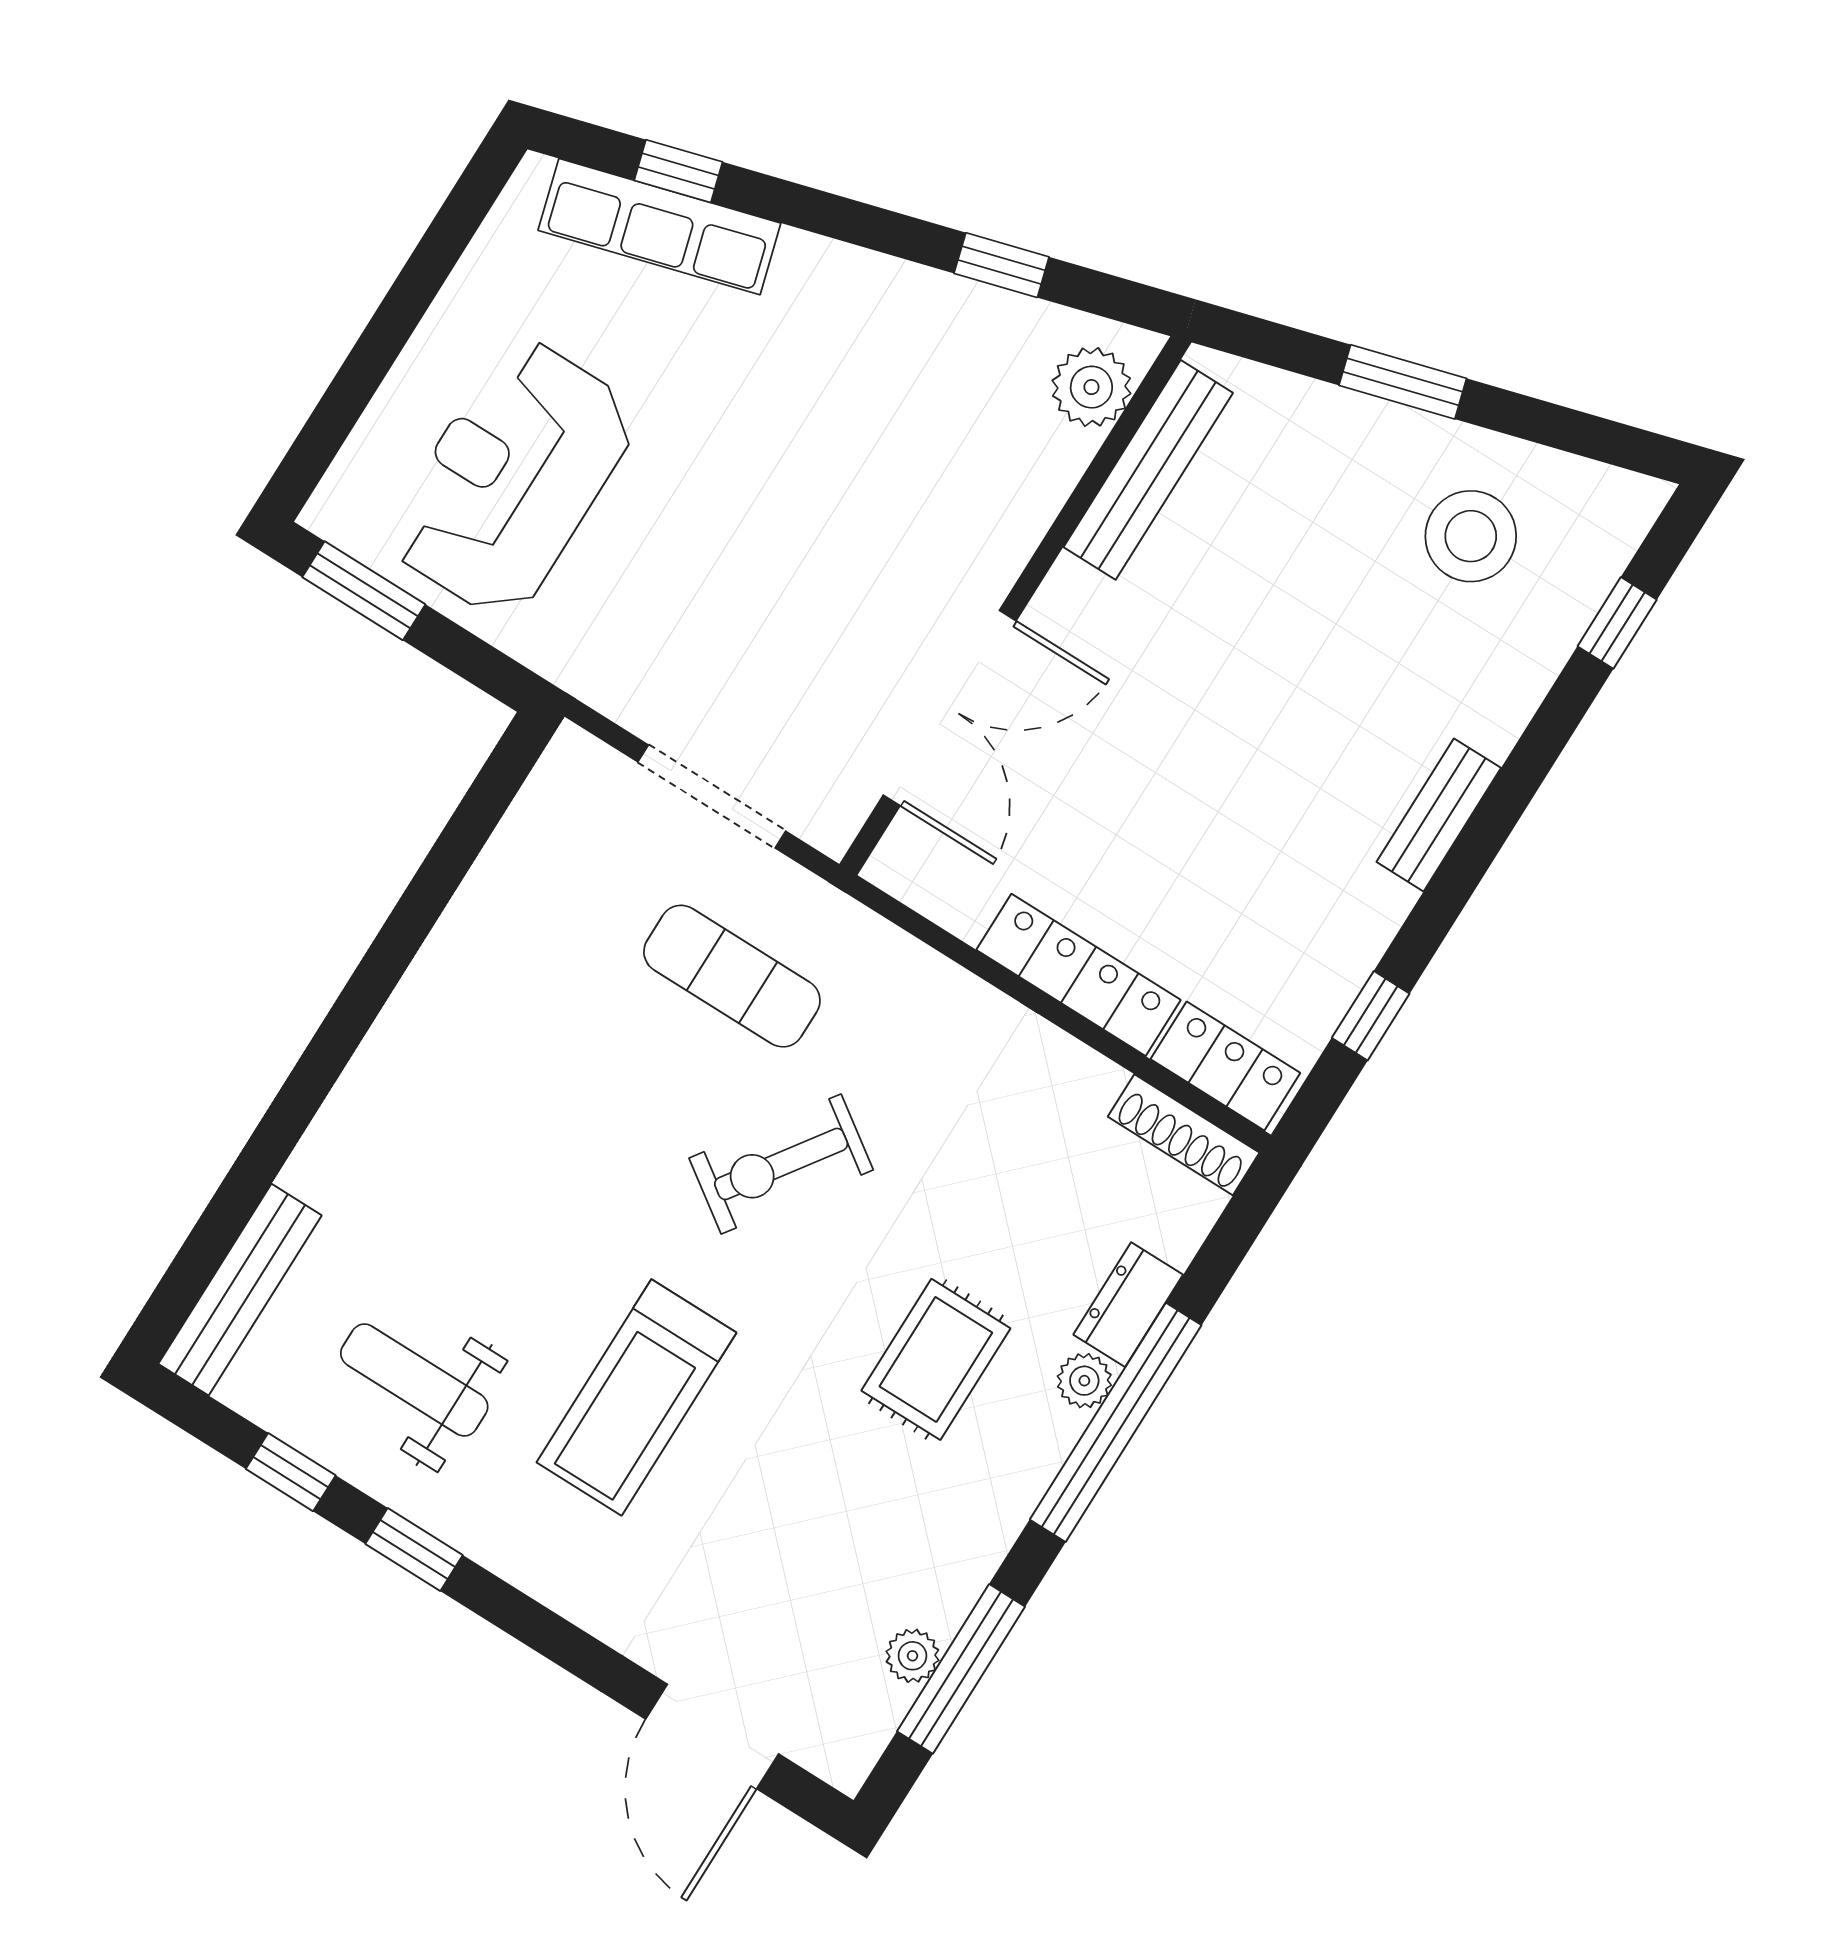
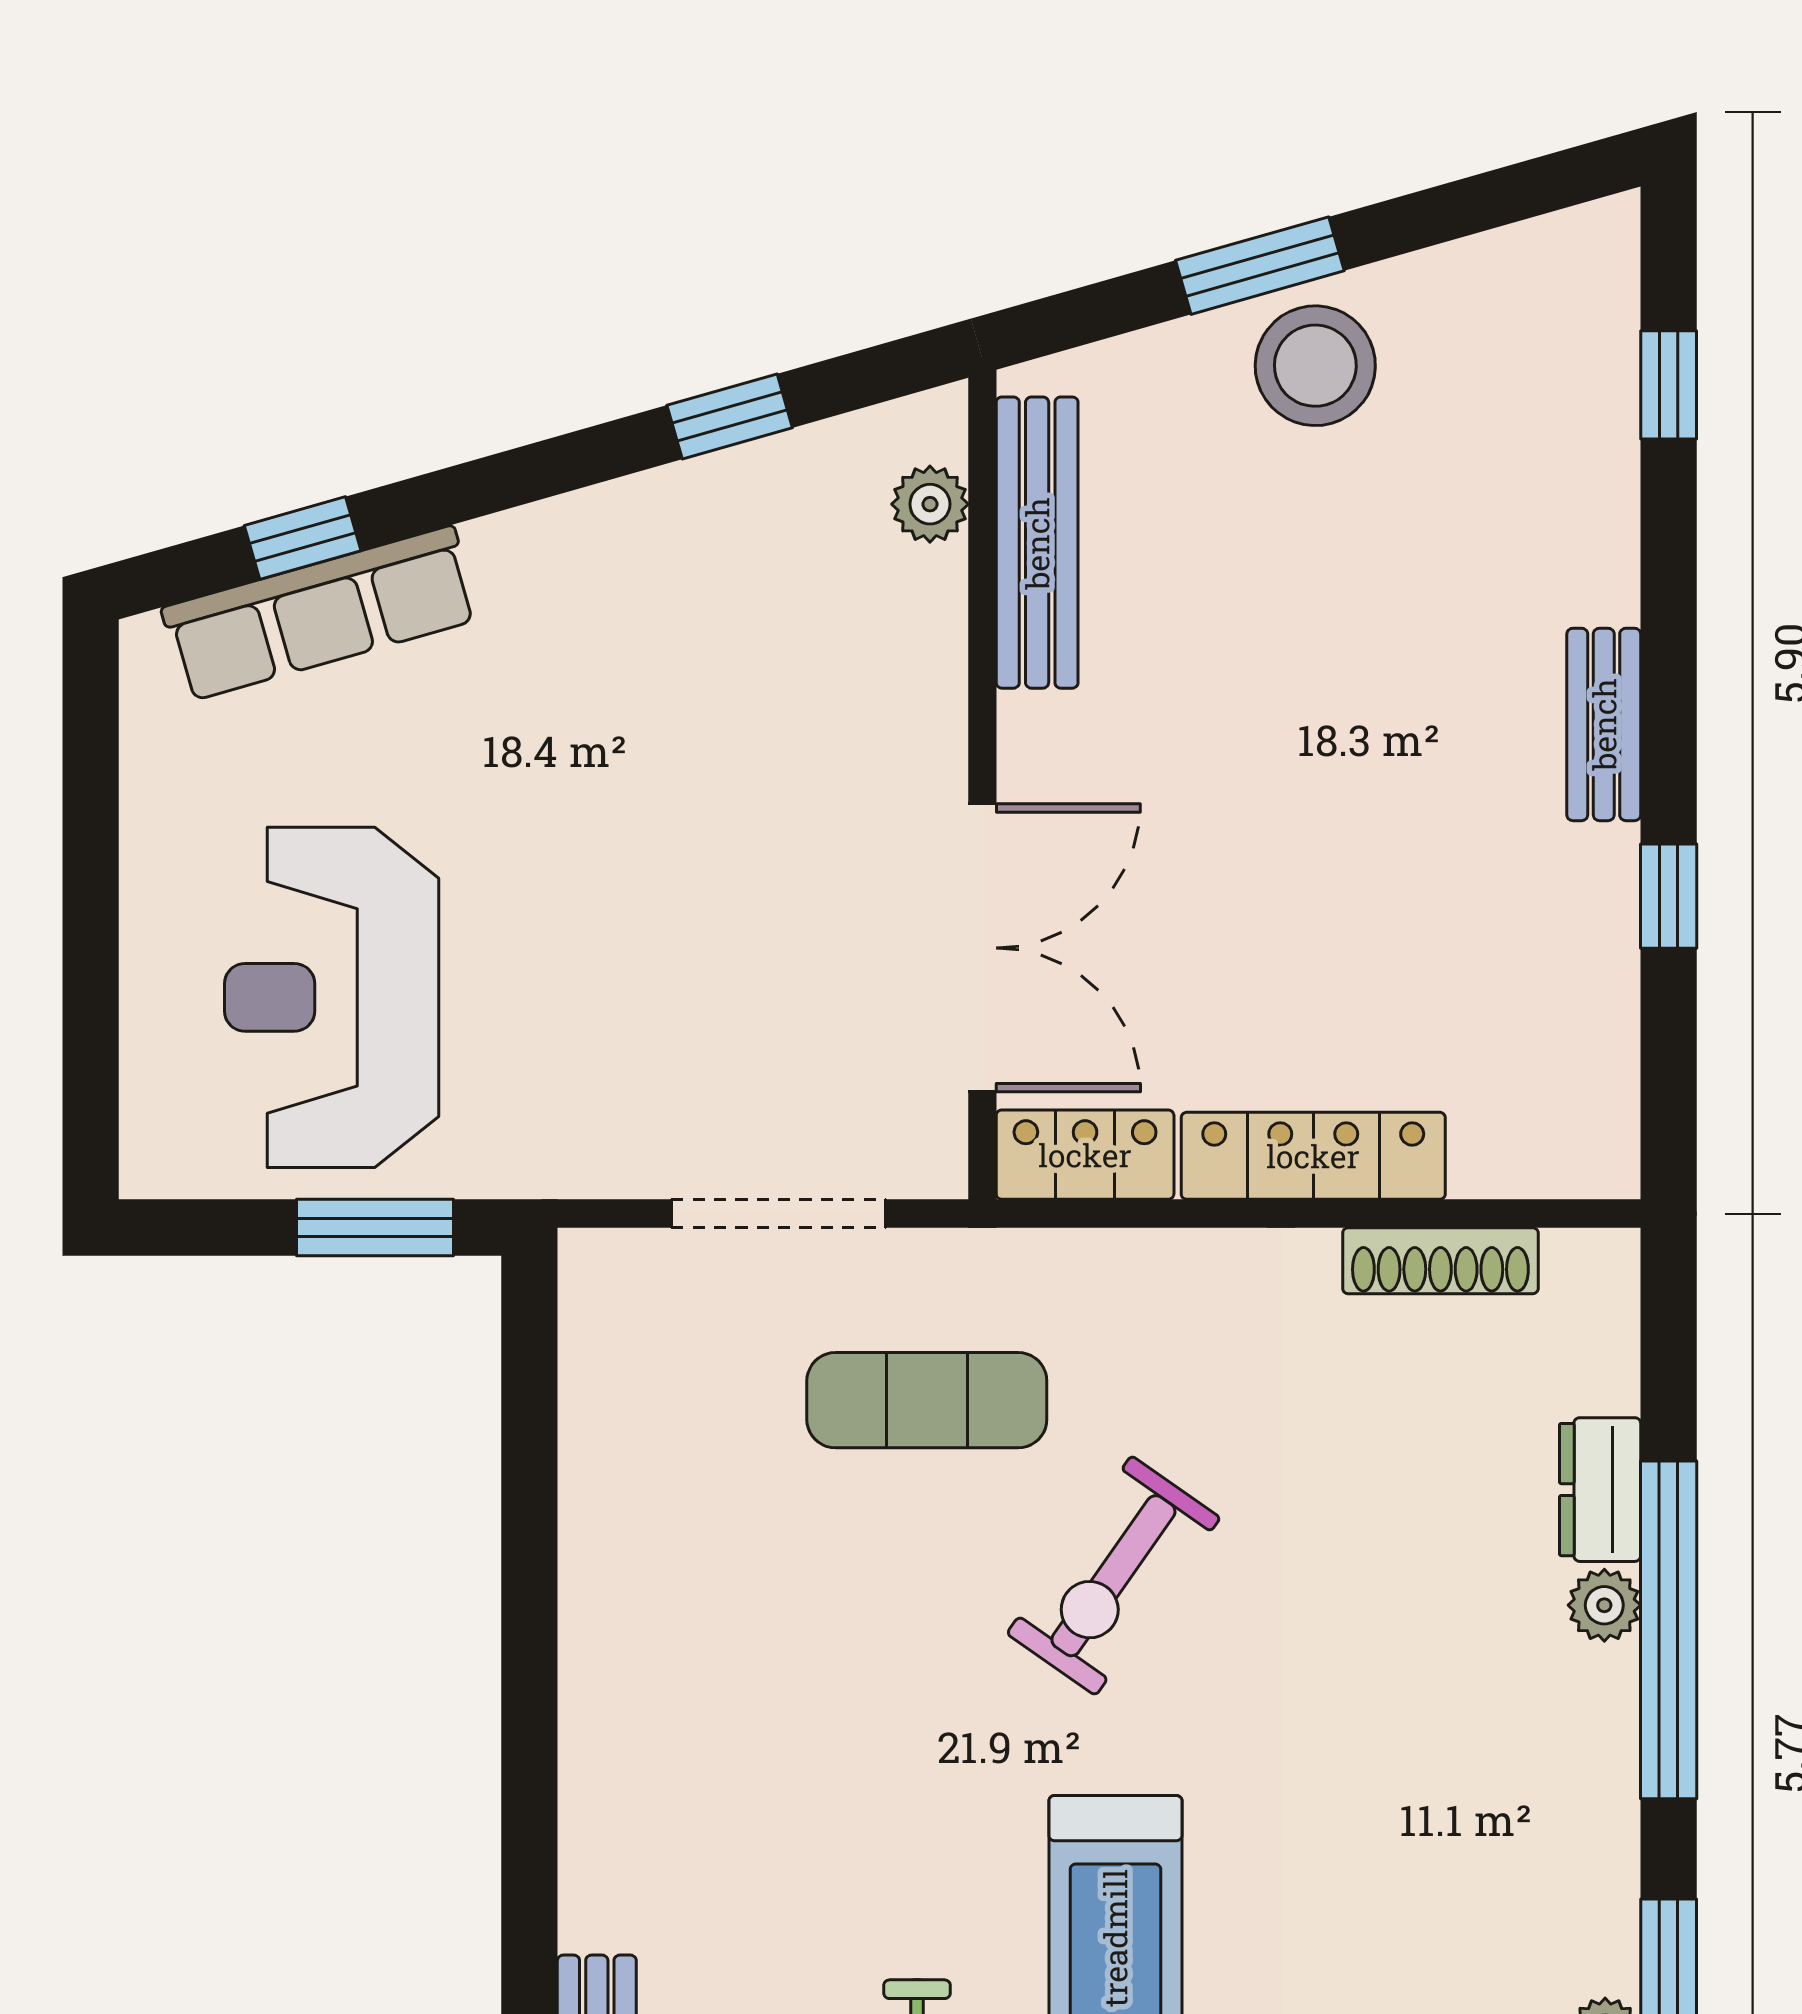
plant: (1091, 387) -> (930, 504), width x0.73, depth x0.73
stool: (1471, 536) -> (1315, 366), moved
window: (364, 591) -> (375, 1228), moved
window: (1371, 1016) -> (1669, 896), moved
locker: (1225, 1066) -> (1085, 1155), moved
shoe rack: (1184, 1135) -> (1440, 1261), moved
rug: (936, 1359) -> (1423, 1686), removed

